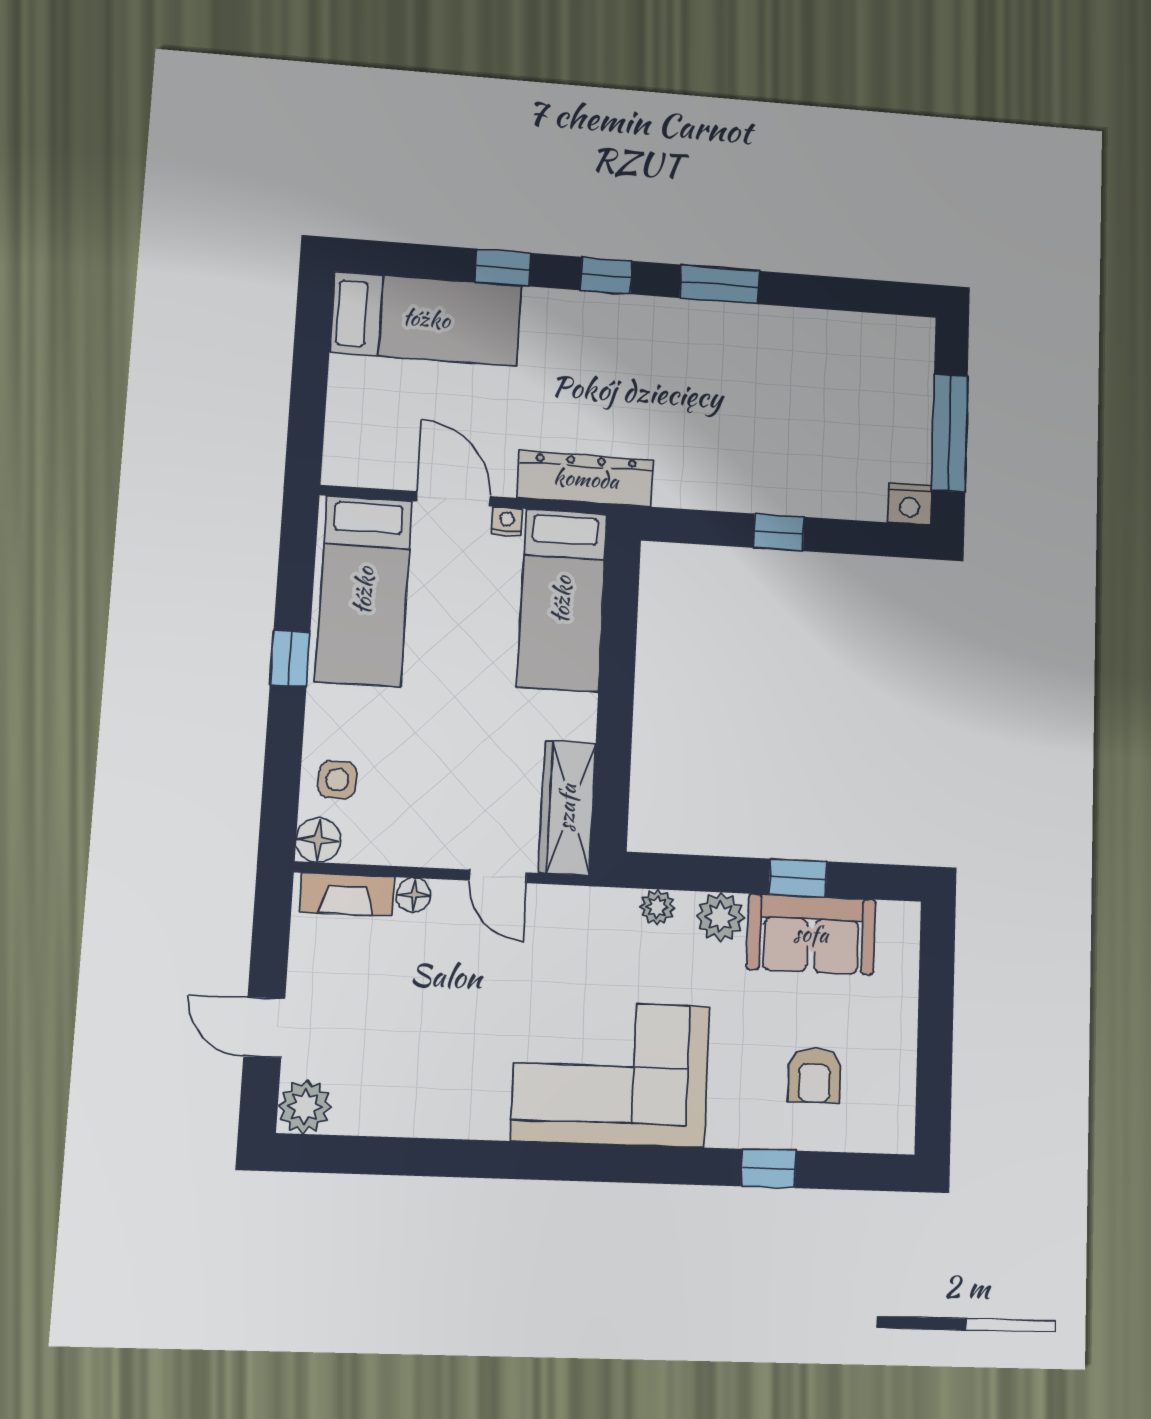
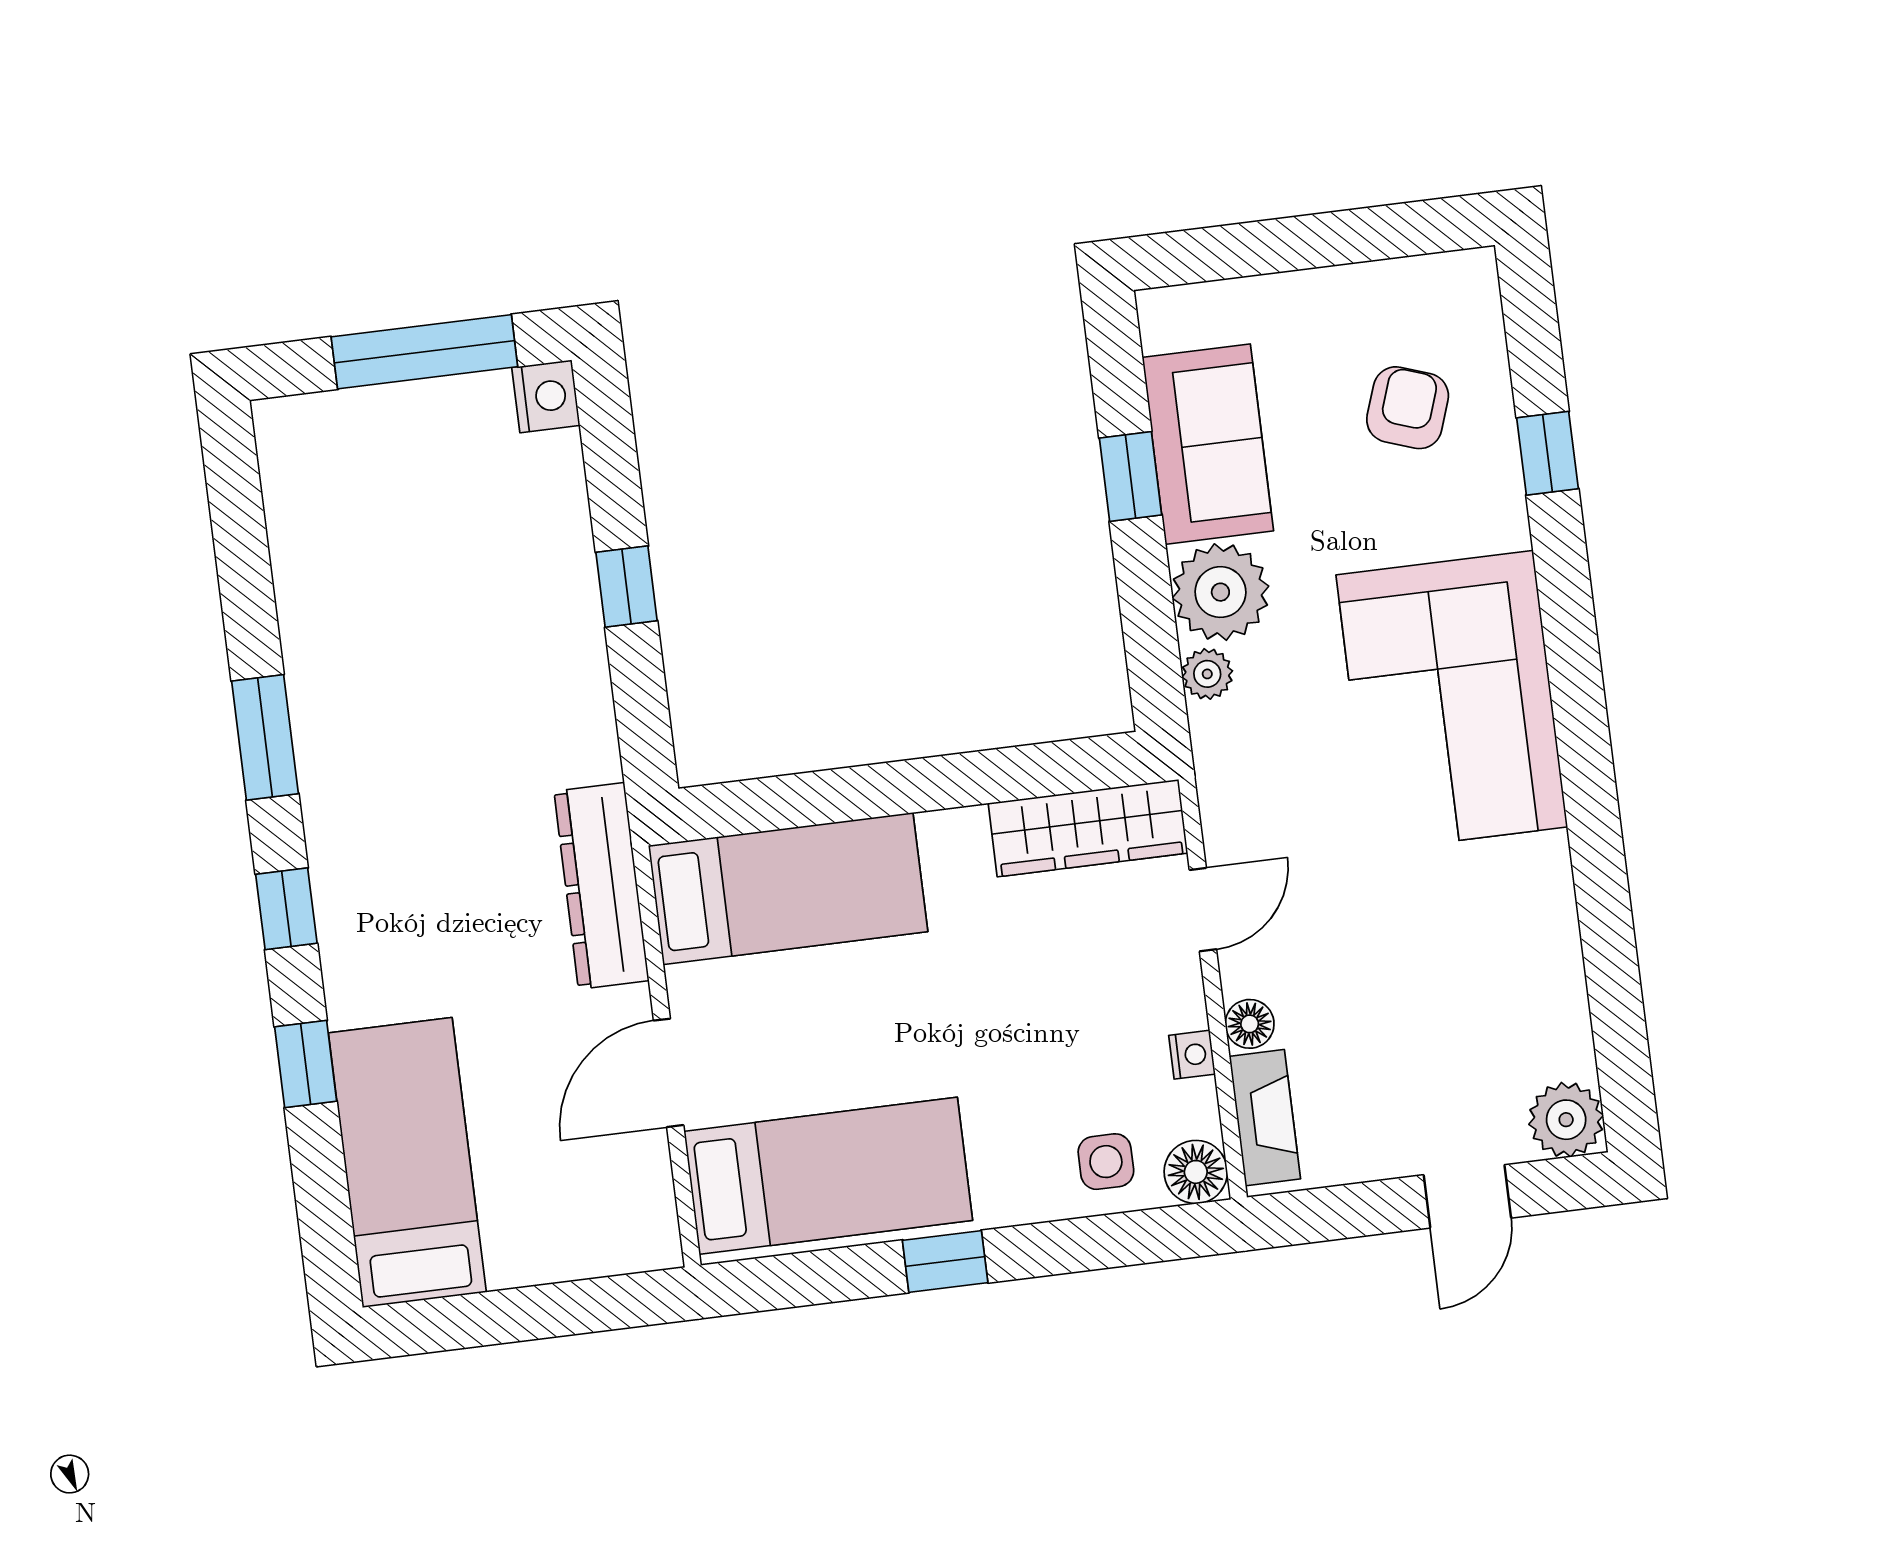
nightstand: (507, 521) -> (1192, 1055), moved, turned 180
plant: (720, 917) -> (1220, 592), width x1.36, depth x1.36
armchair: (814, 1076) -> (1408, 408), turned -71

